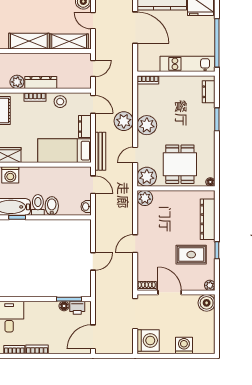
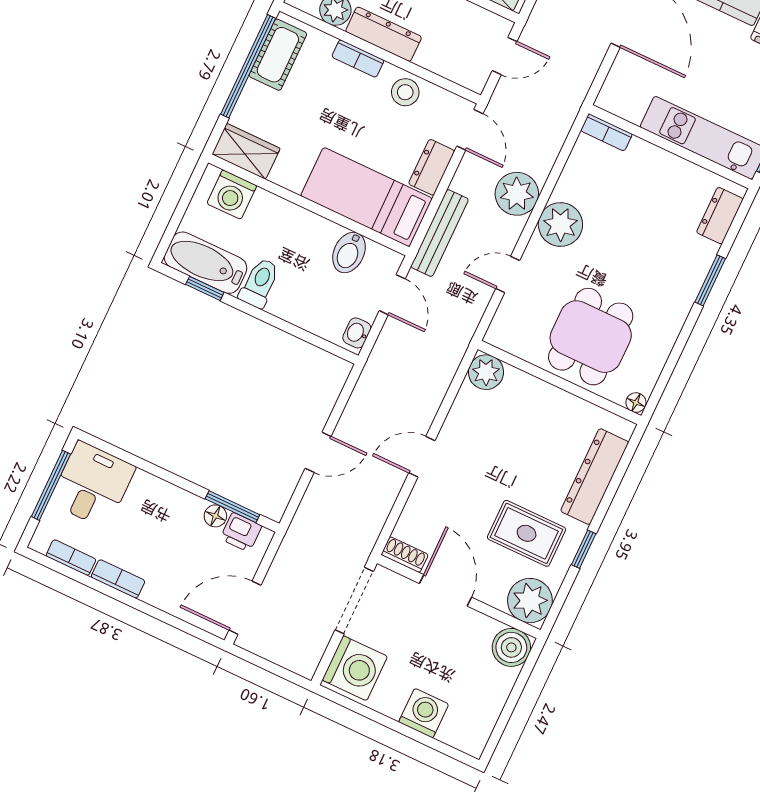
plant: (147, 177) -> (510, 330), removed
bidet: (52, 206) -> (349, 252), moved, turned 180
plant: (210, 285) -> (530, 601), width x1.88, depth x1.88

